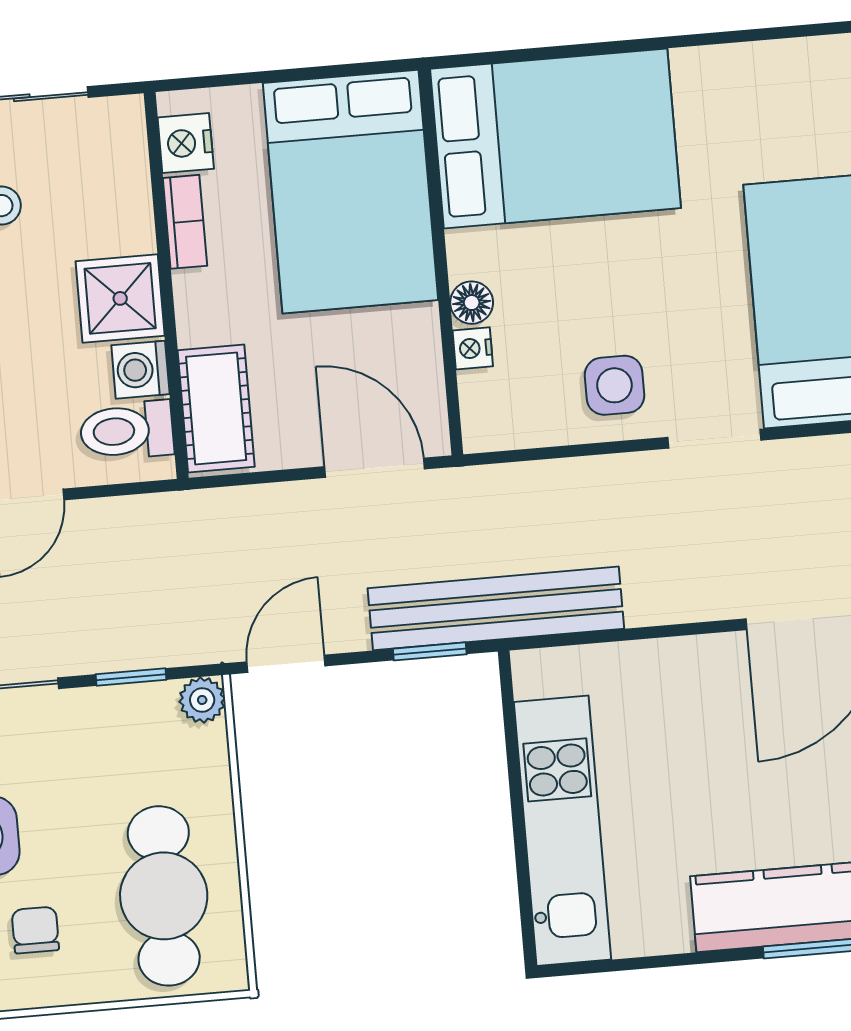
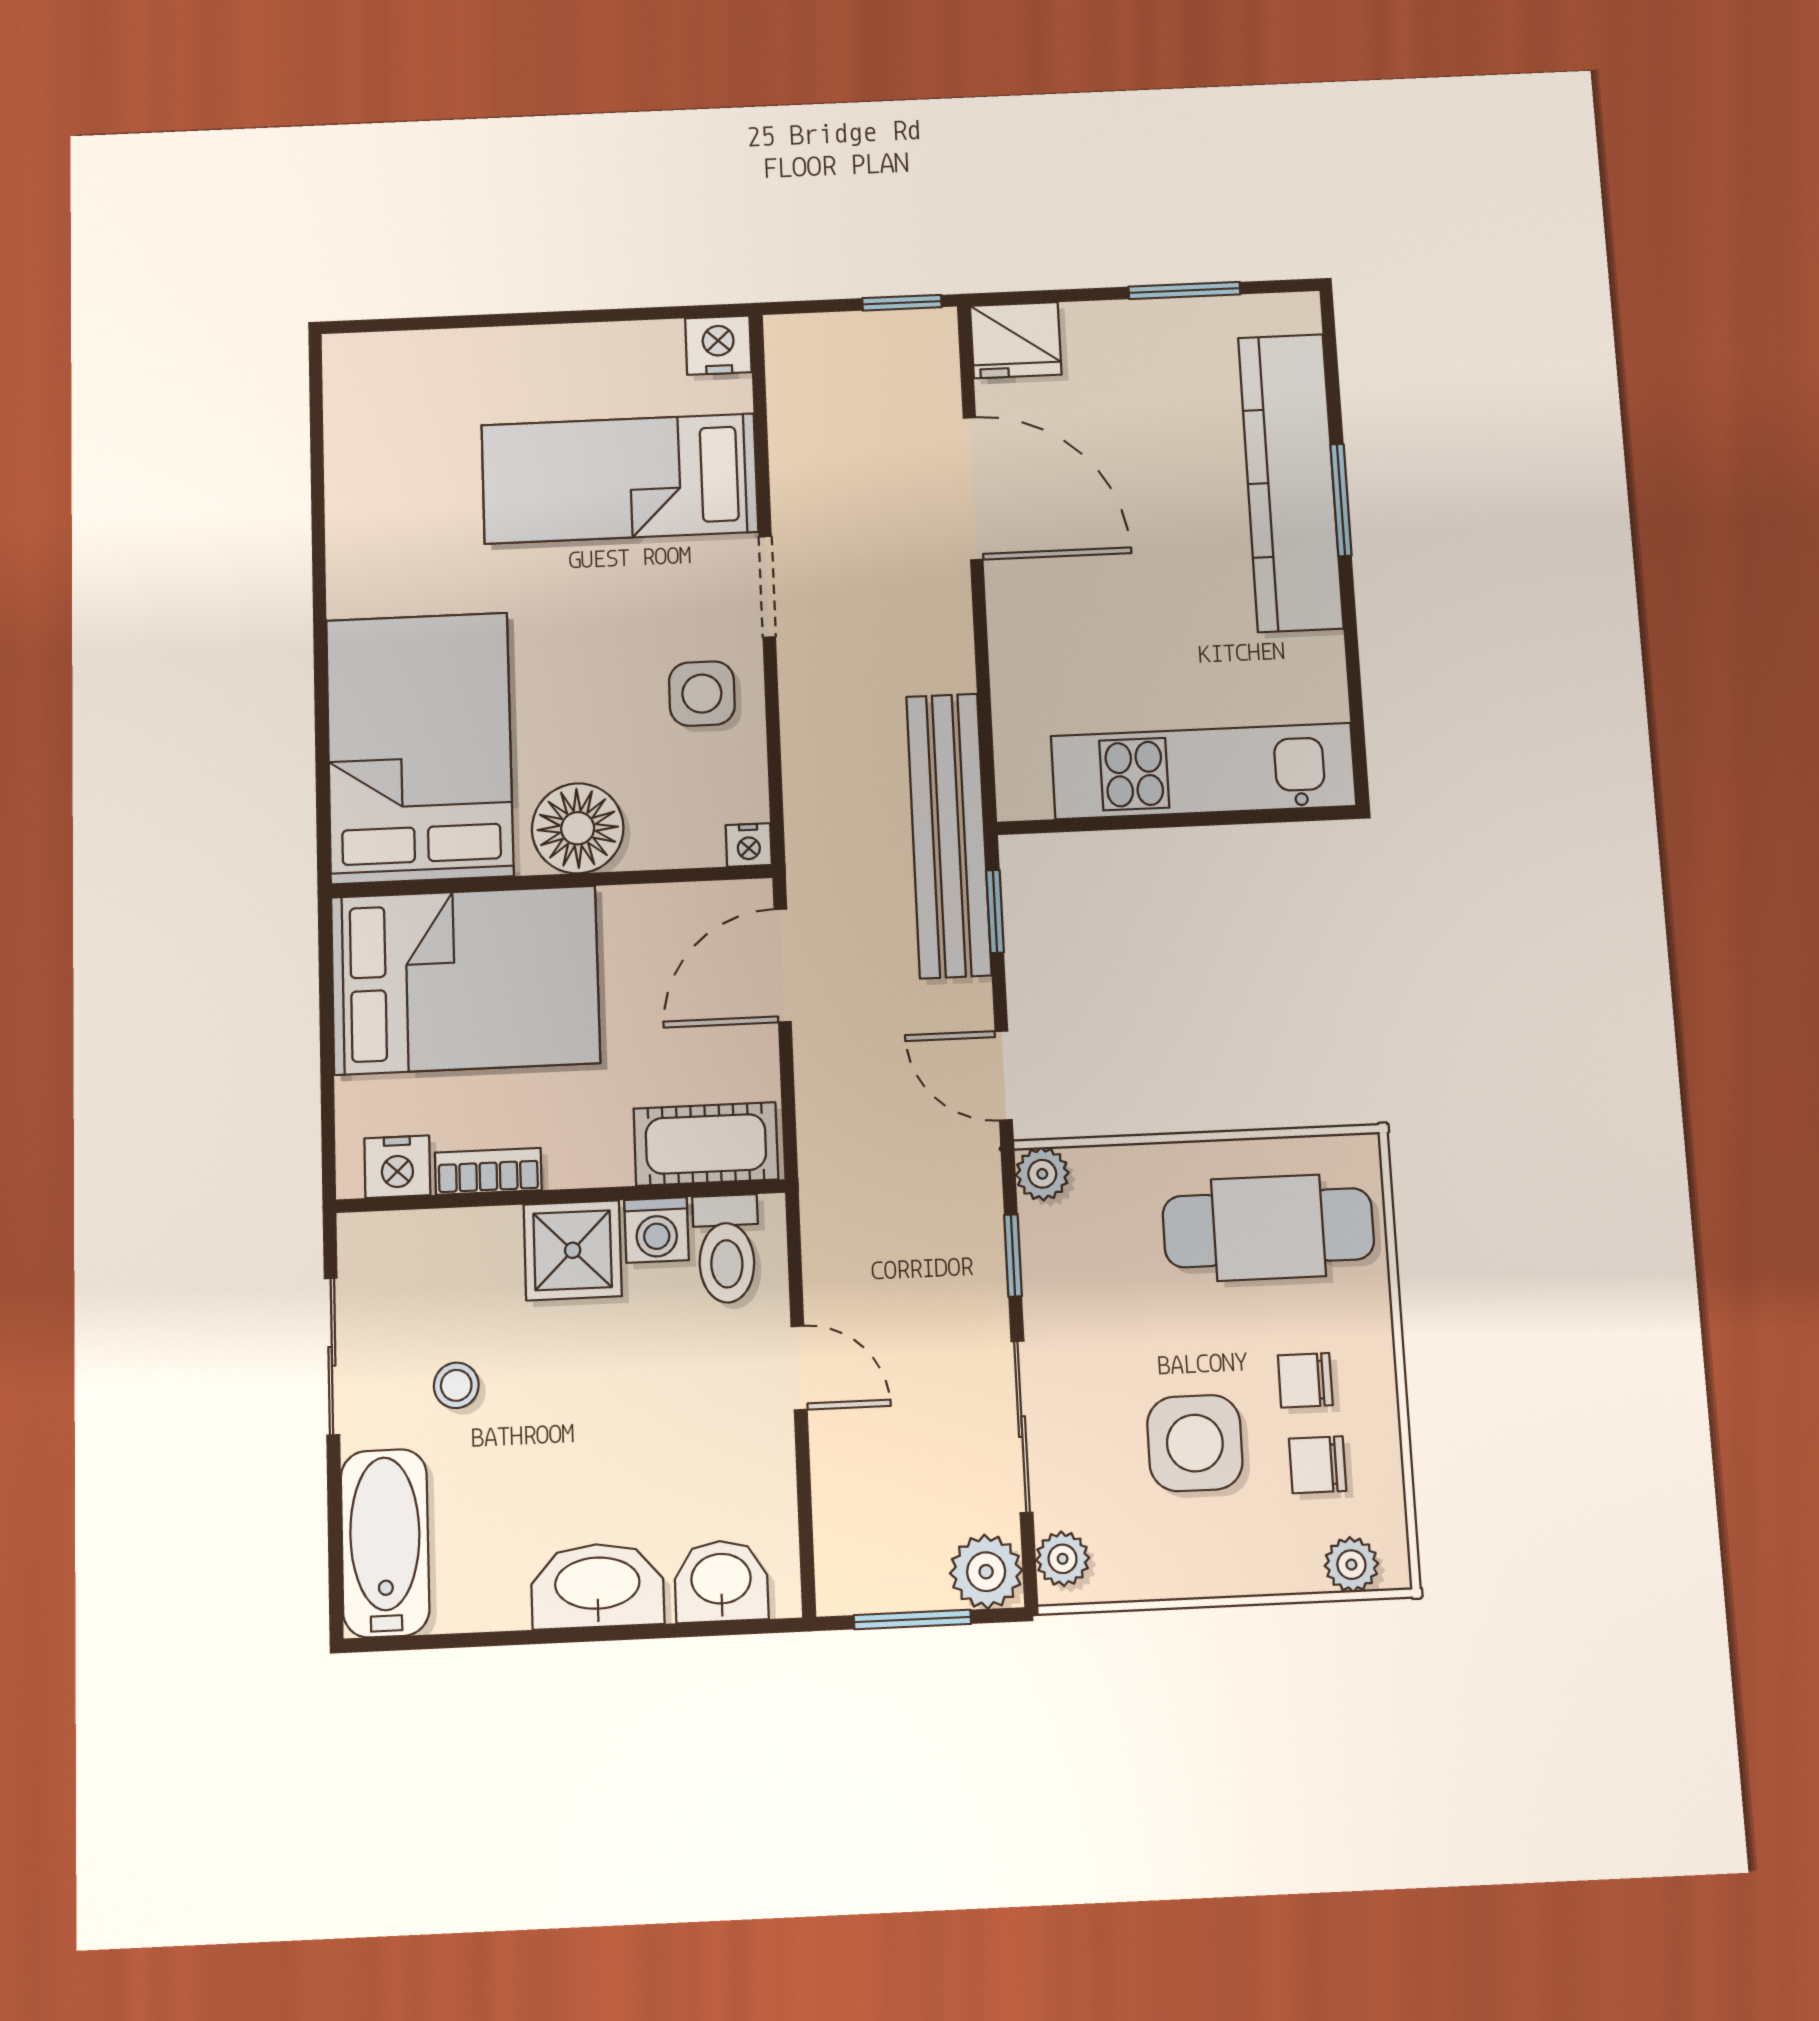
floor lamp: (472, 303) -> (578, 828), width x1.89, depth x1.89
nightstand: (473, 348) -> (749, 845), moved

